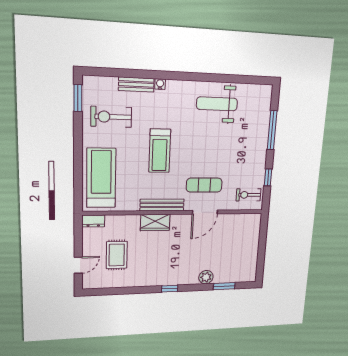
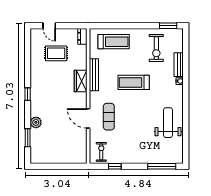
exercise bike: (111, 117) -> (156, 48), turned 180
window: (272, 130) -> (162, 166), moved
treadmill: (101, 178) -> (114, 42), width x0.73, depth x0.73
bench: (162, 205) -> (94, 75), moved

